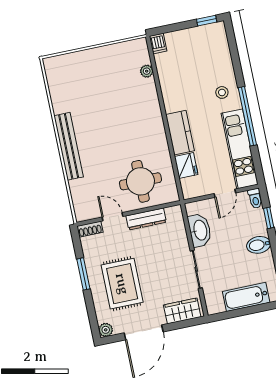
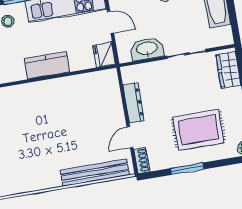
bench: (69, 146) -> (95, 173), moved
fridge: (186, 165) -> (104, 55), moved, turned -90
round table: (140, 181) -> (95, 107), removed

